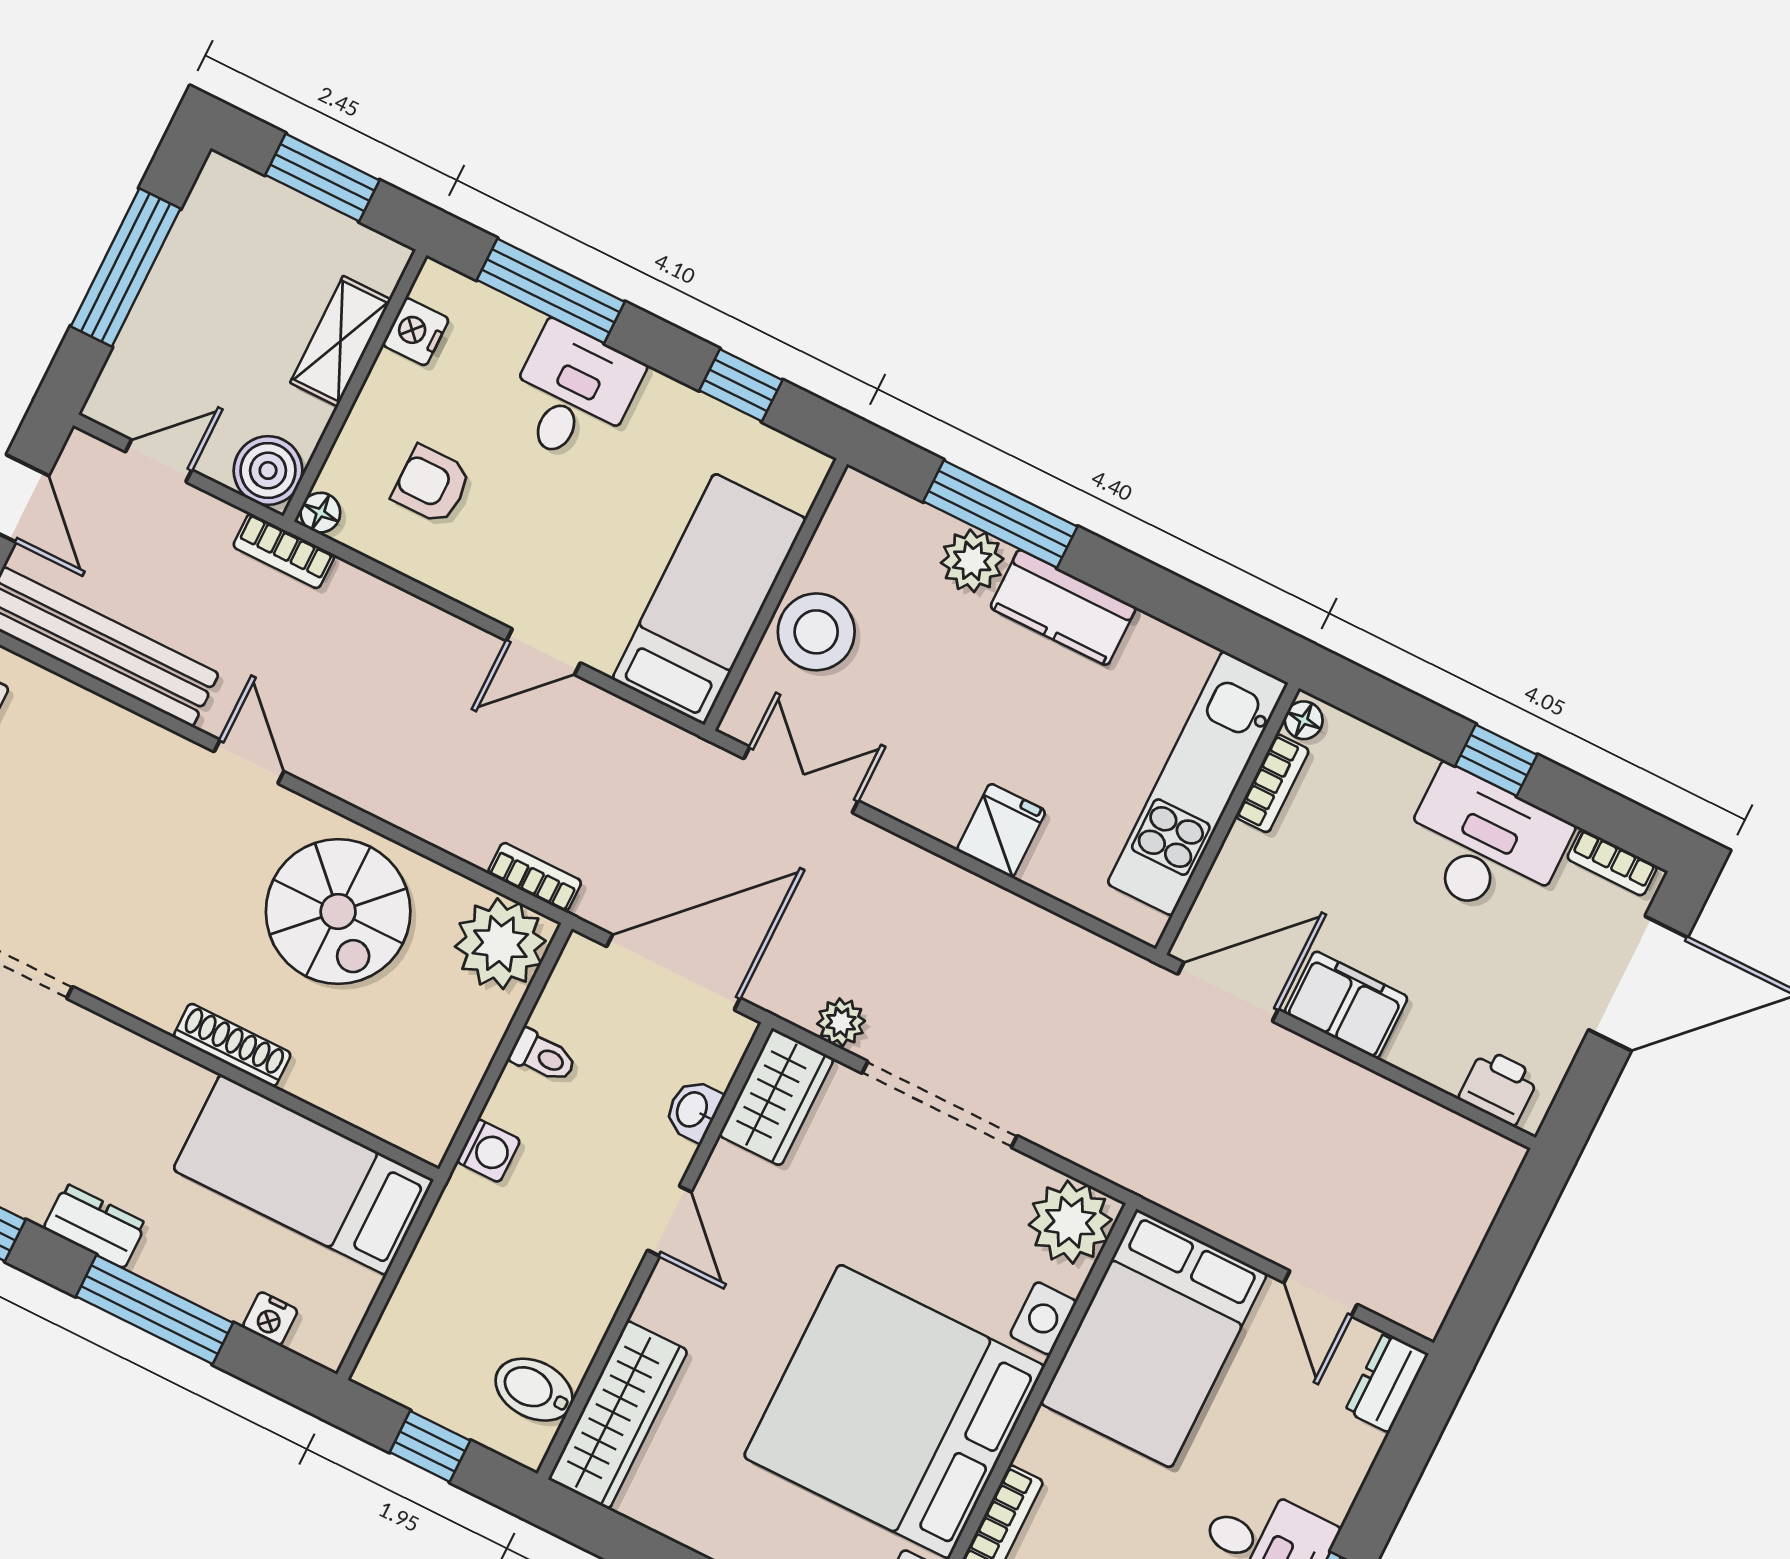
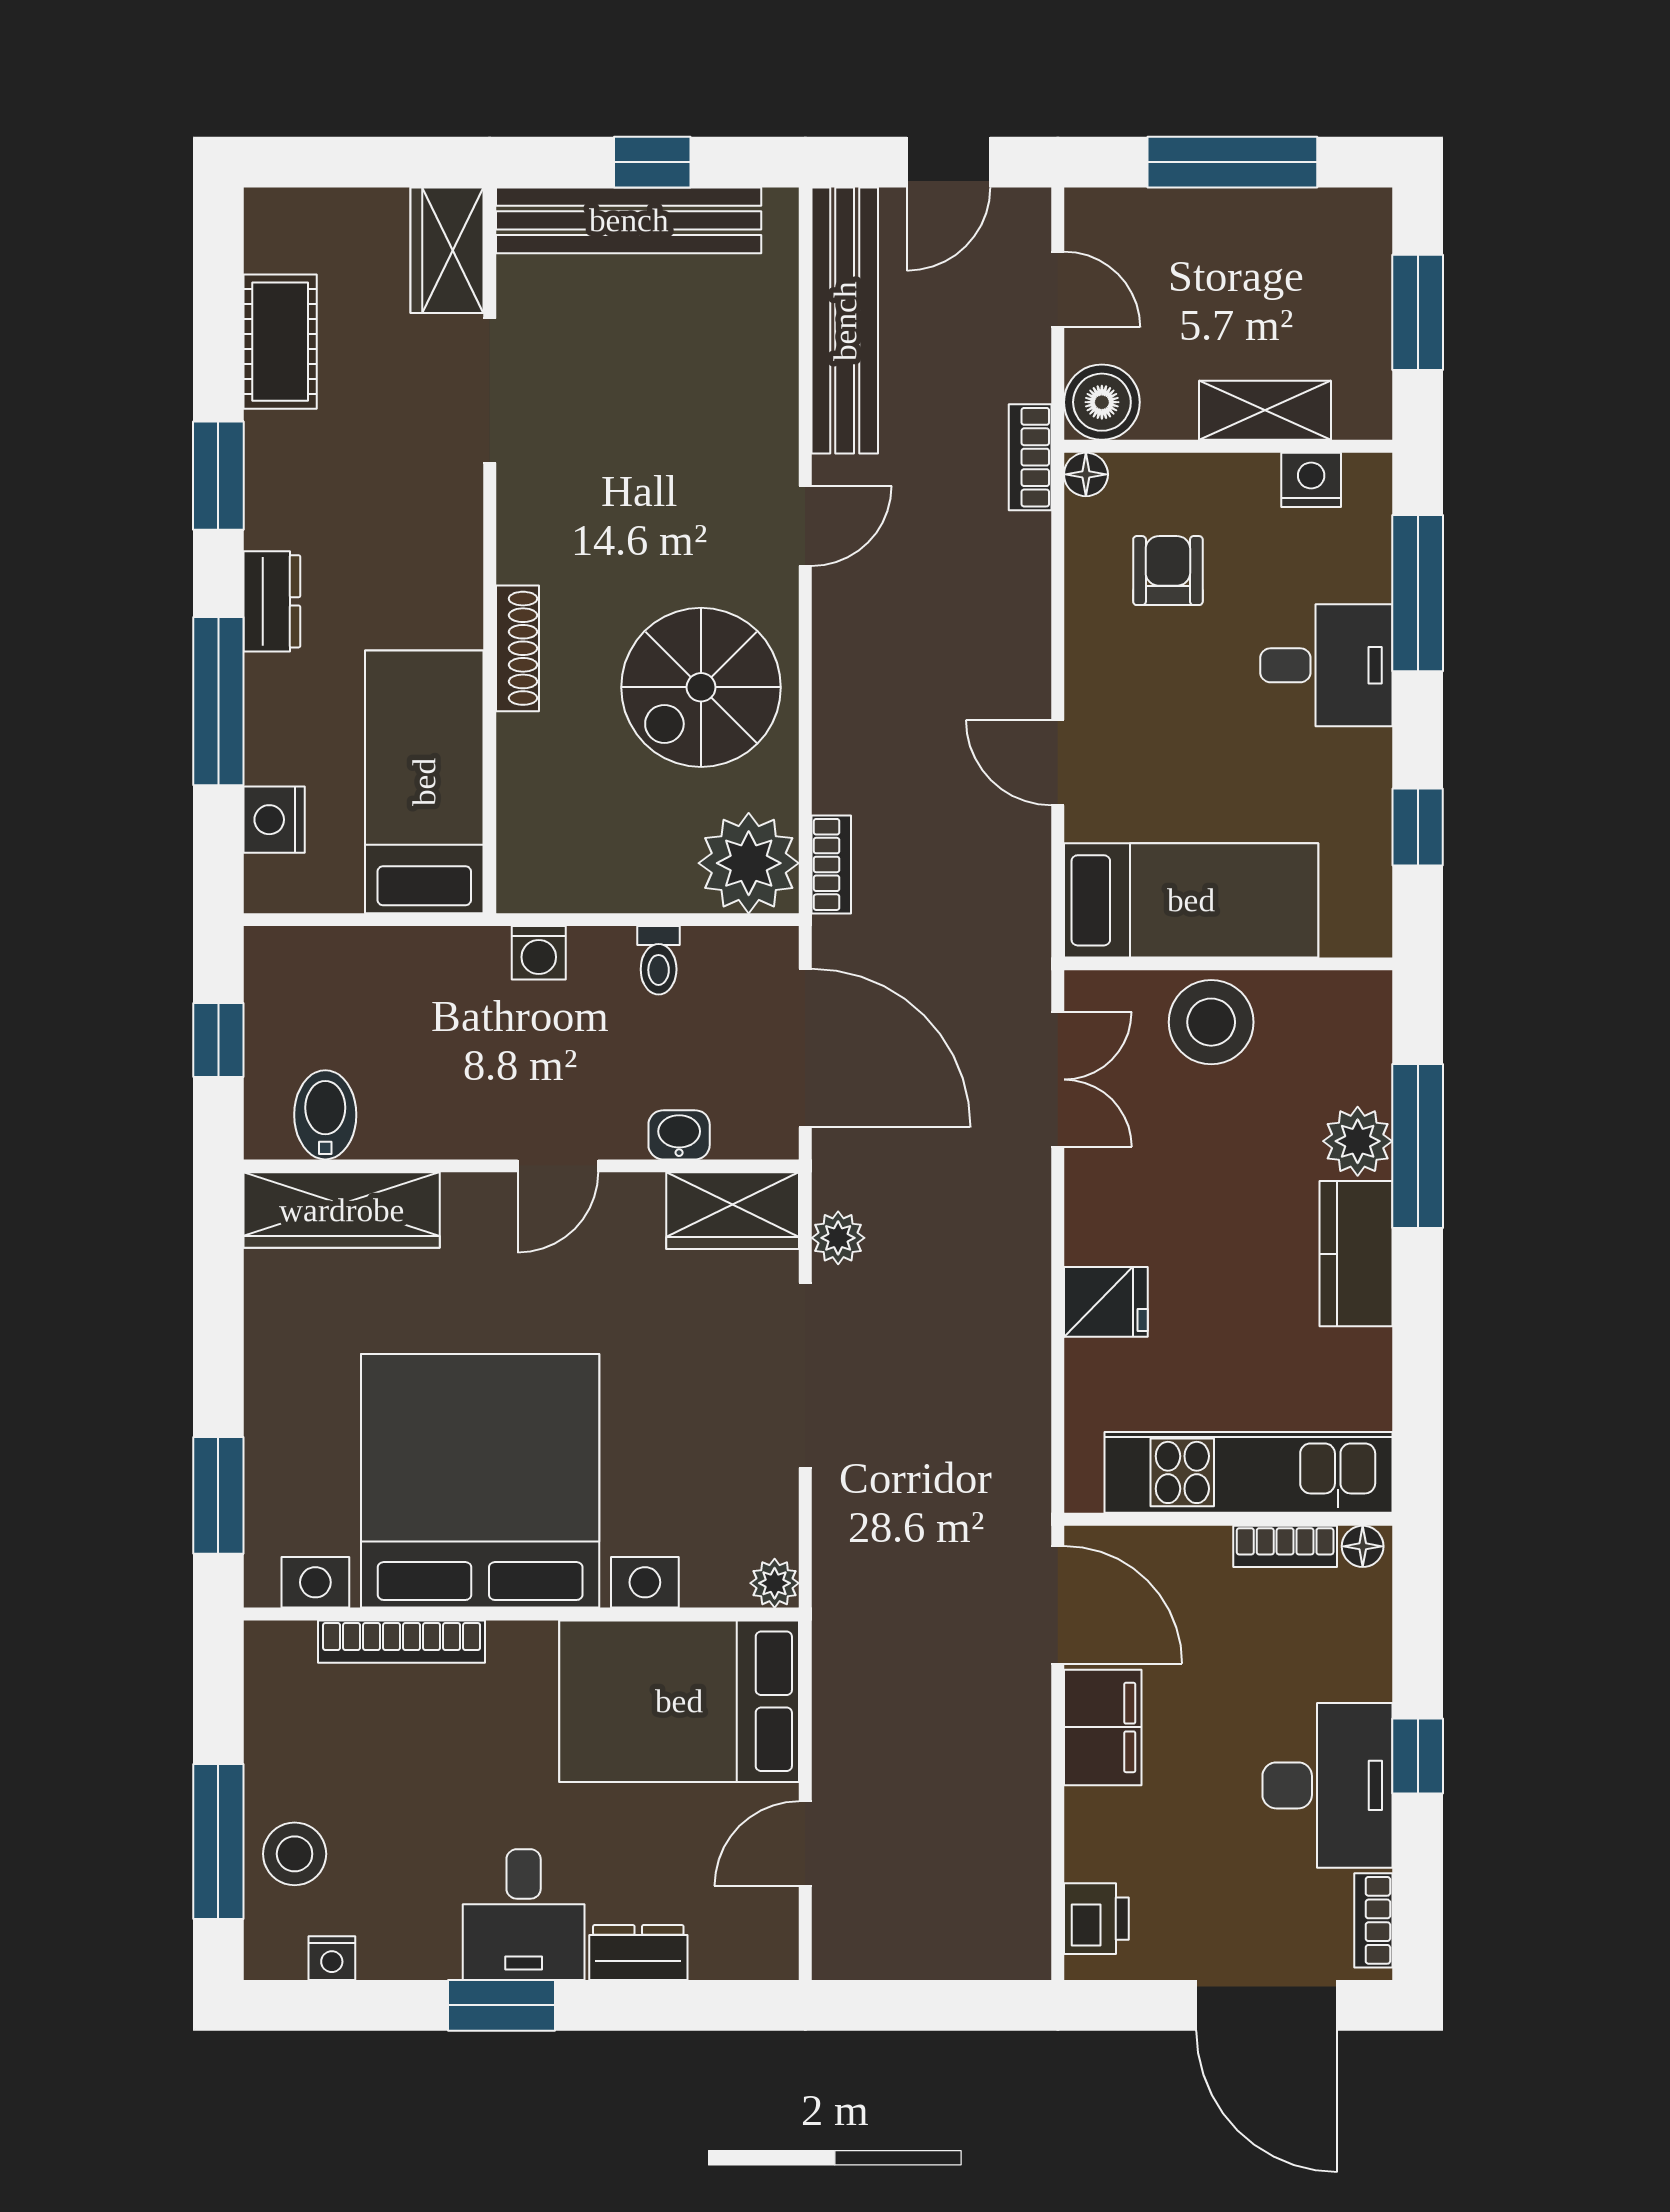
plant: (1070, 1222) -> (775, 1583), width x0.53, depth x0.53
nightstand: (270, 1319) -> (274, 820), width x1.39, depth x1.35
dresser: (1387, 1382) -> (638, 1952), moved

